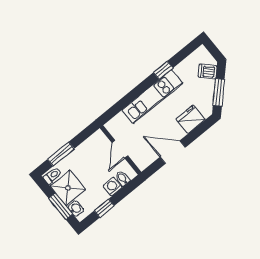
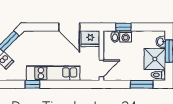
fridge: (191, 119) -> (90, 39), moved
door: (120, 149) -> (101, 68), moved
window: (104, 208) -> (123, 27), moved

